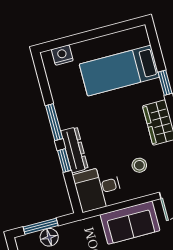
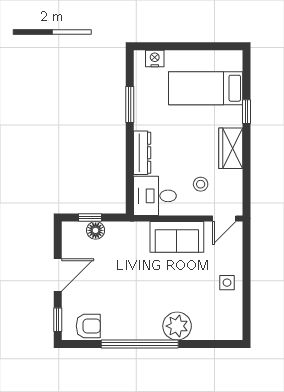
window: (54, 122) -> (130, 104), moved
window: (64, 161) -> (130, 161), removed
window: (41, 226) -> (90, 218), width x0.67

